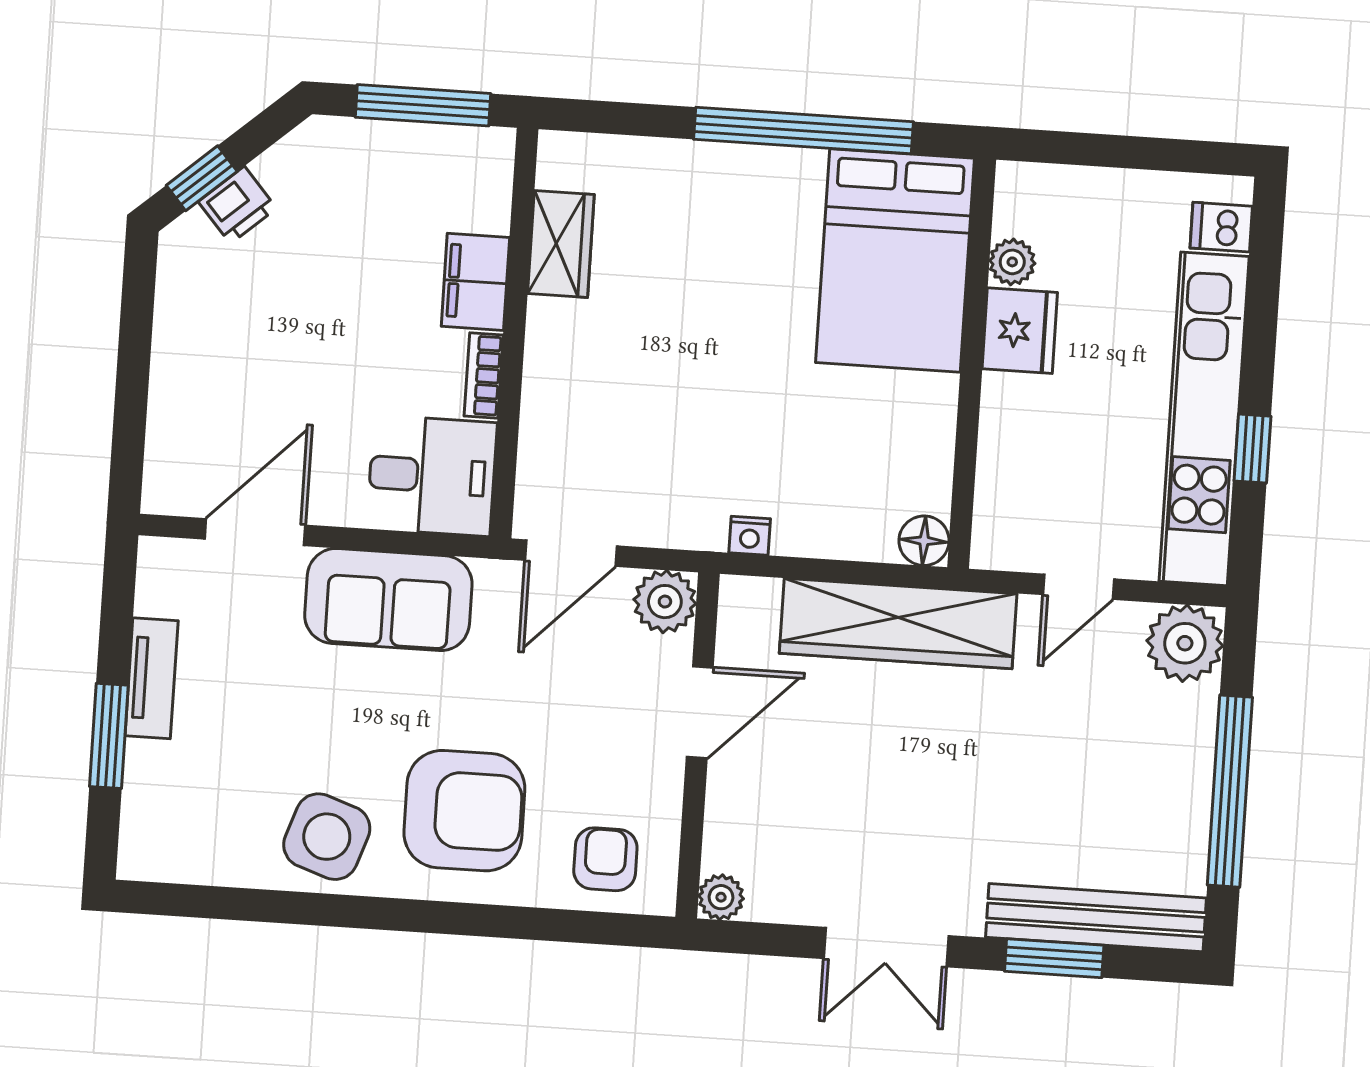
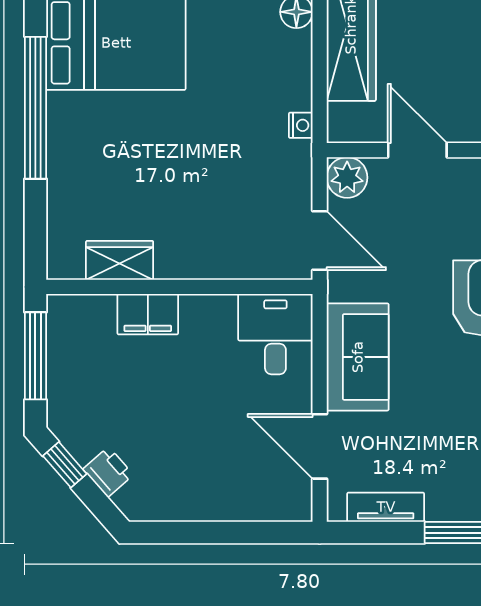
window: (202, 178) -> (65, 465), moved
bookcase: (484, 375) -> (208, 305), removed
tv unit: (152, 678) -> (386, 507), moved

